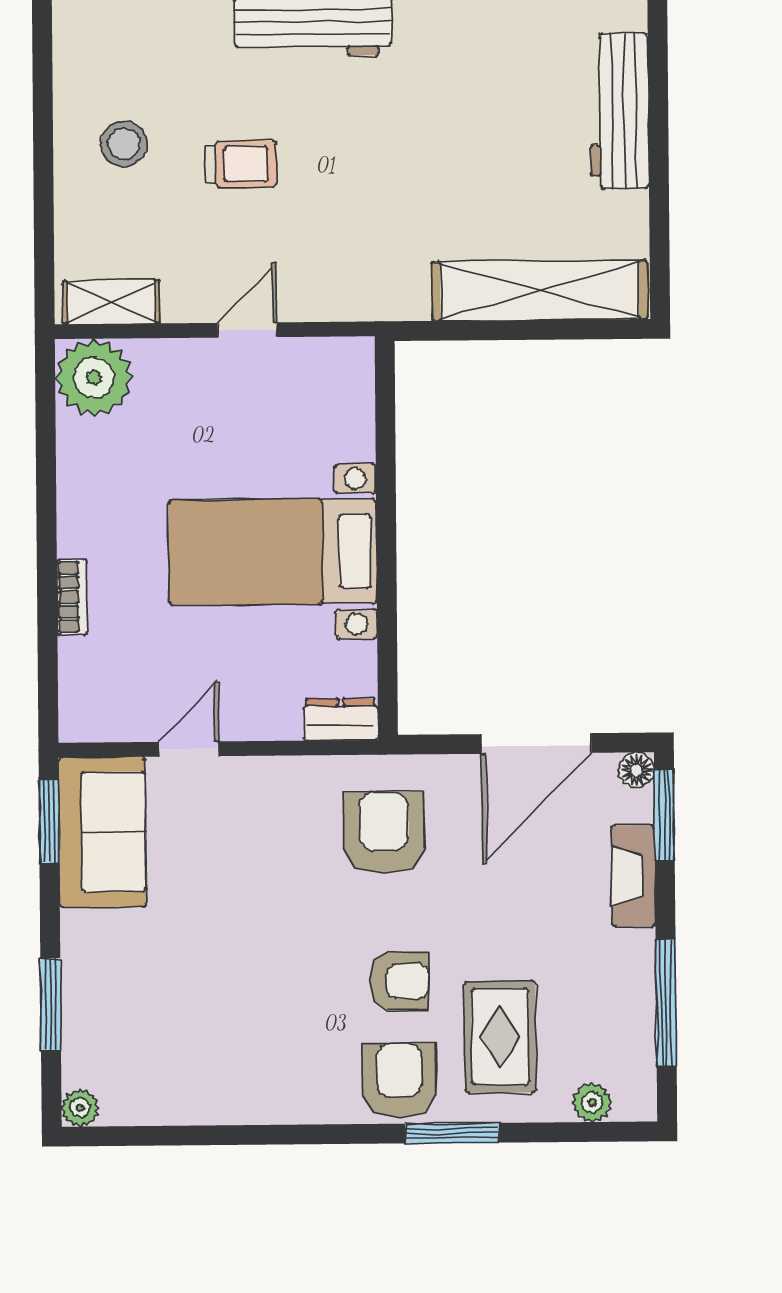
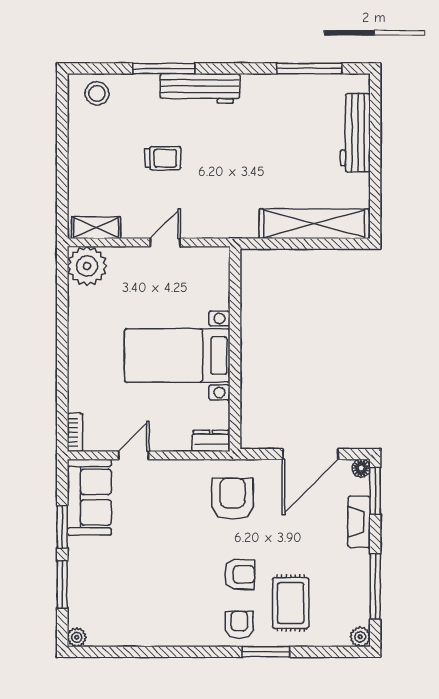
stool: (124, 144) -> (97, 93), moved
bookcase: (72, 597) -> (75, 432), moved
window: (49, 821) -> (62, 527), moved
armchair: (399, 1081) -> (239, 625), width x0.72, depth x0.72
plant: (592, 1102) -> (360, 637), moved

